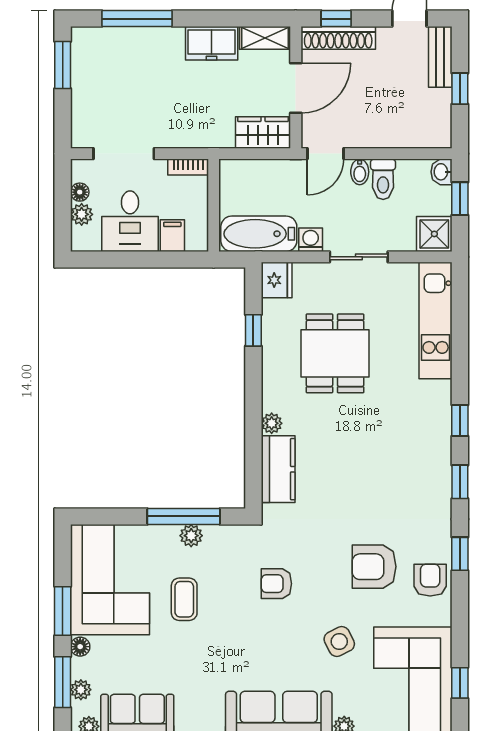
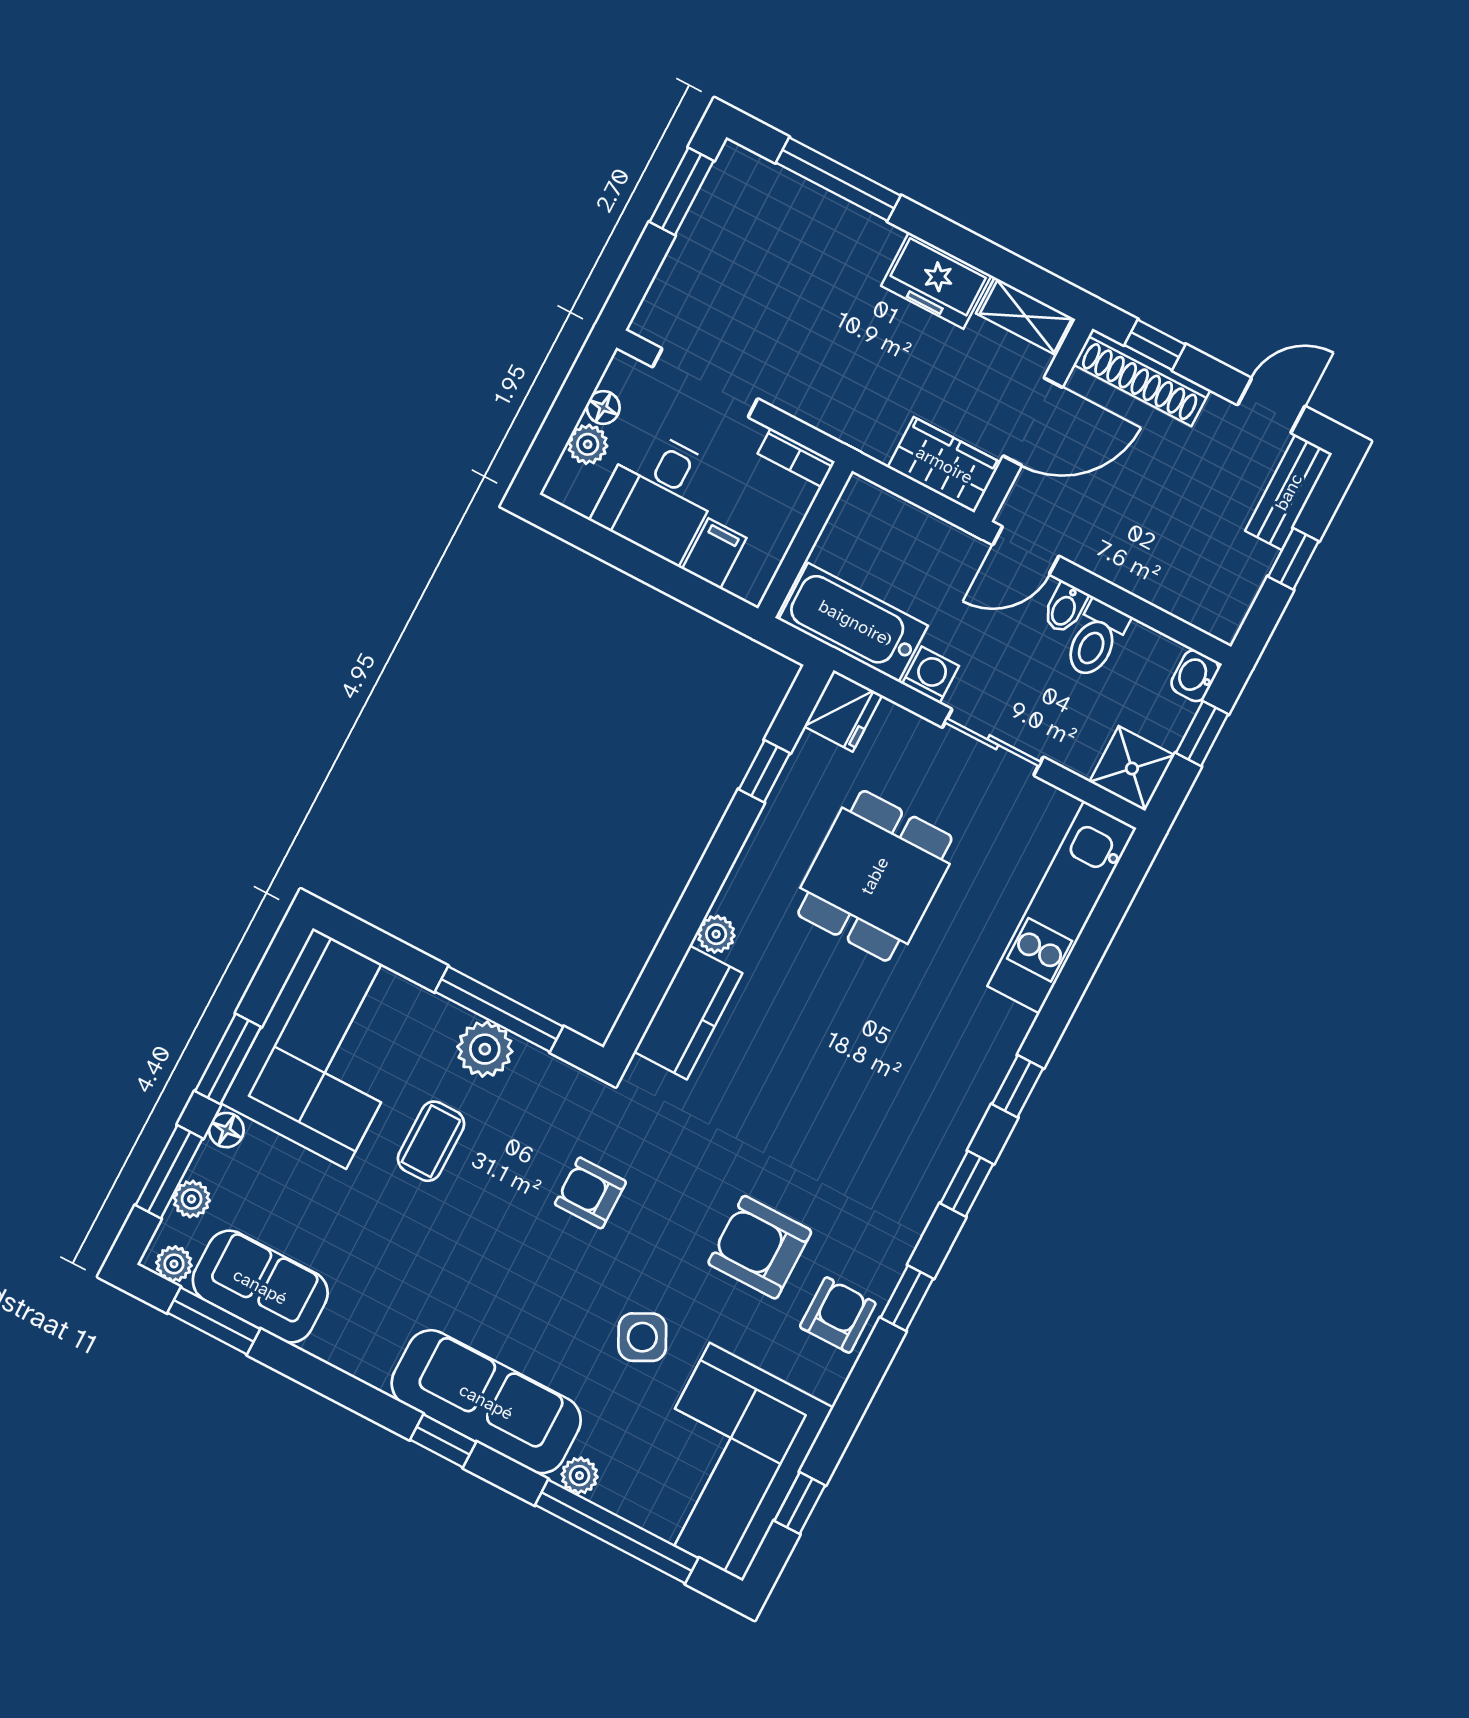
plant: (191, 536) -> (485, 1049), width x1.38, depth x1.38

